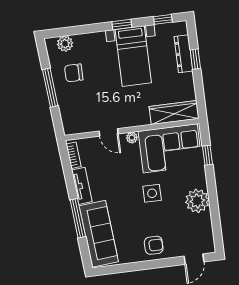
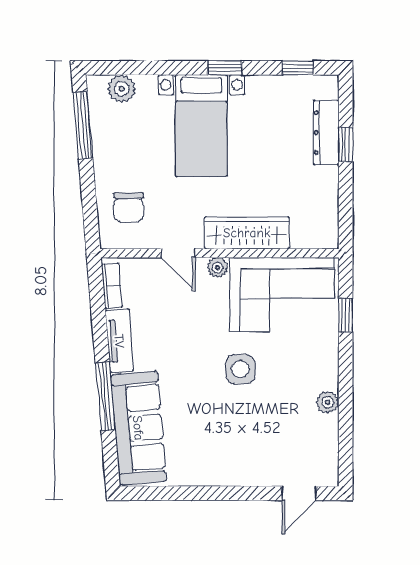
bed with nightstands: (133, 56) -> (201, 126), moved
chair: (74, 73) -> (128, 207), moved, turned -90
window: (50, 88) -> (83, 125), moved
wardrobe: (174, 112) -> (247, 233), moved
plant: (197, 201) -> (328, 402), width x0.53, depth x0.53
armchair: (154, 245) -> (232, 460), removed

